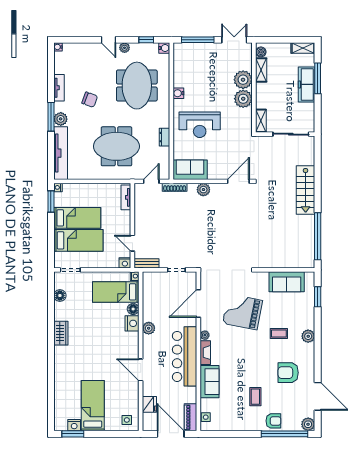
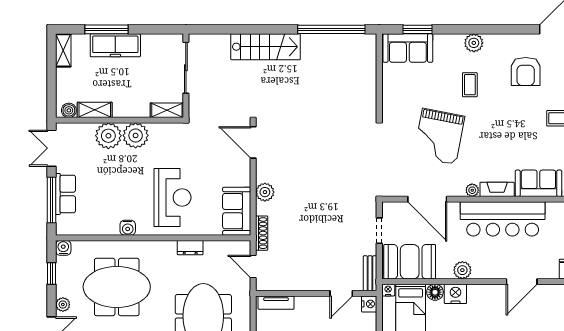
row of seats: (202, 50) -> (66, 194), added
sofa: (287, 282) -> (408, 48), moved, turned 90
booth: (155, 291) -> (410, 262), added

